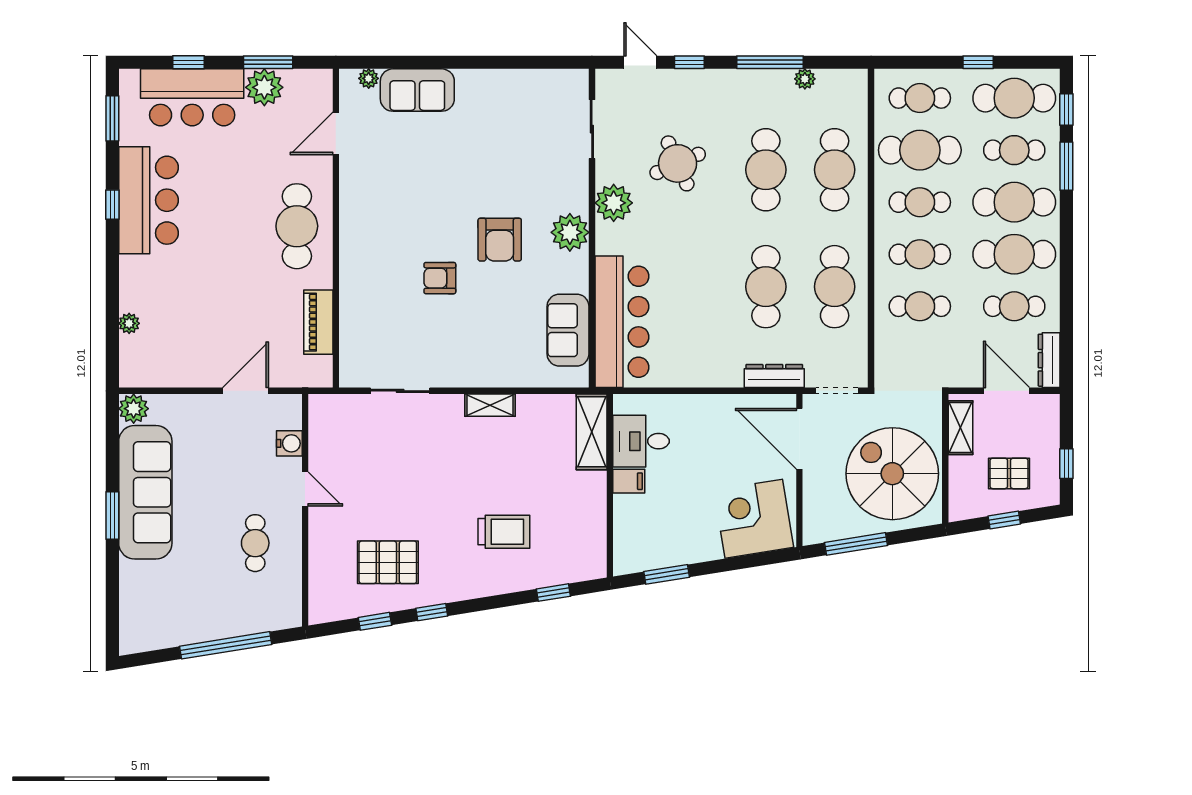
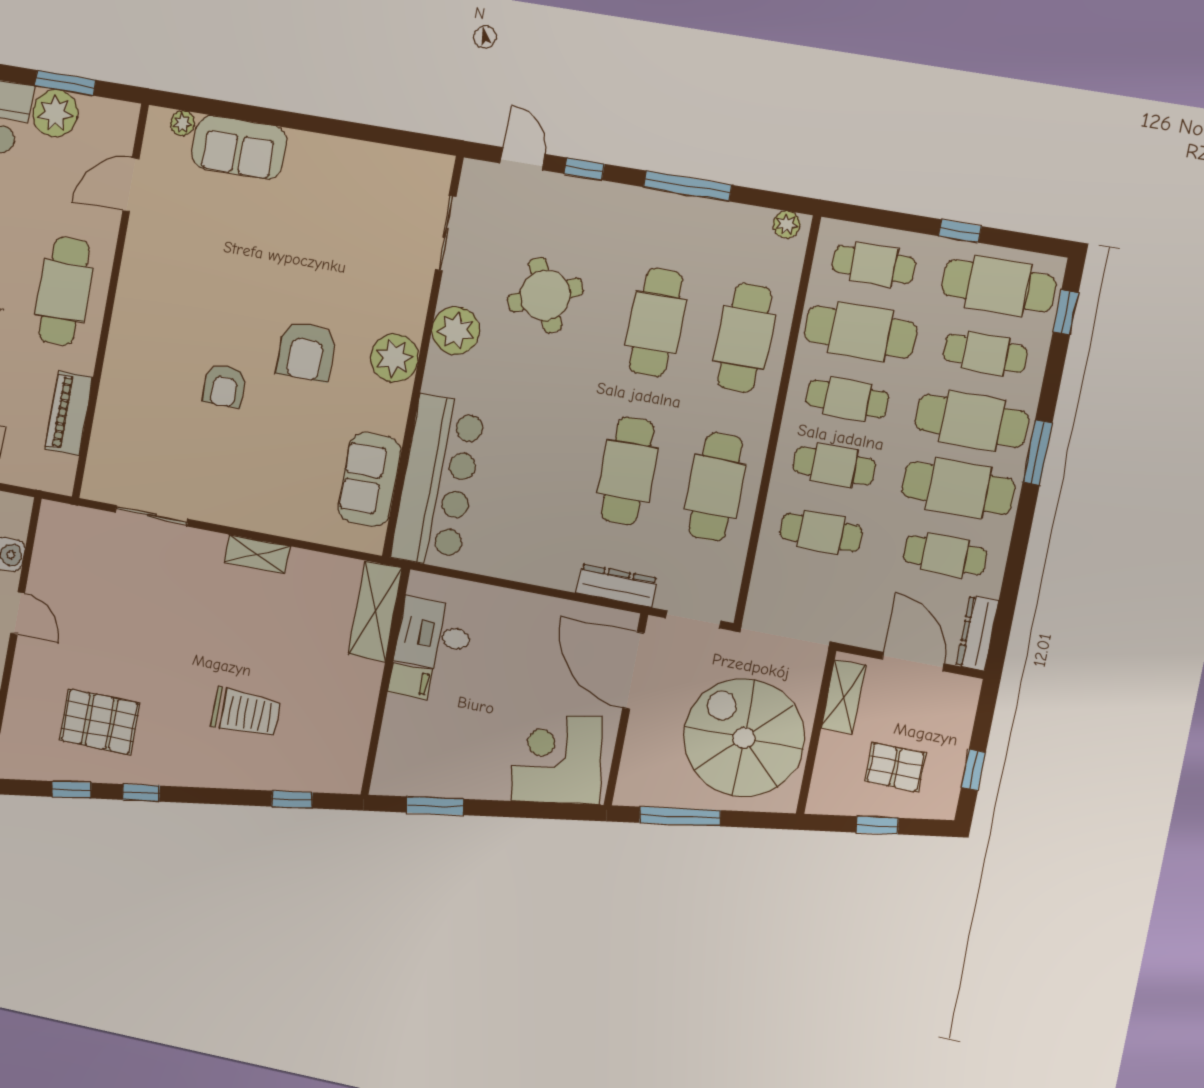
plant: (805, 79) -> (787, 225), moved
window: (1066, 166) -> (1037, 453), moved
armchair: (440, 278) -> (224, 386), turned -90

